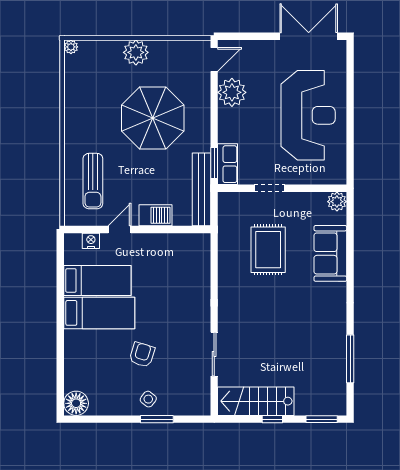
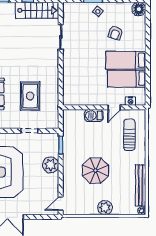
plant: (232, 92) -> (51, 165), moved
parasol: (153, 118) -> (95, 171), width x0.73, depth x0.73
row of seats: (228, 164) -> (53, 144), removed
bench: (201, 189) -> (141, 185), moved
armchair: (142, 355) -> (115, 33), moved

